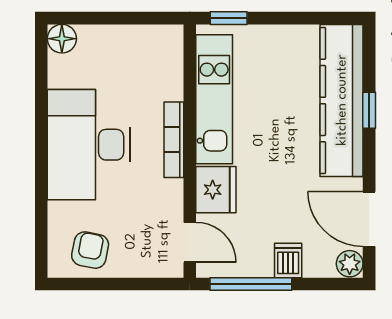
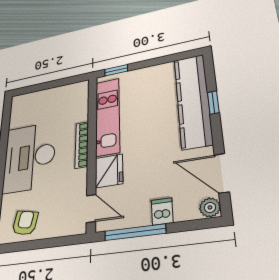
floor lamp: (62, 39) -> (19, 102), removed

